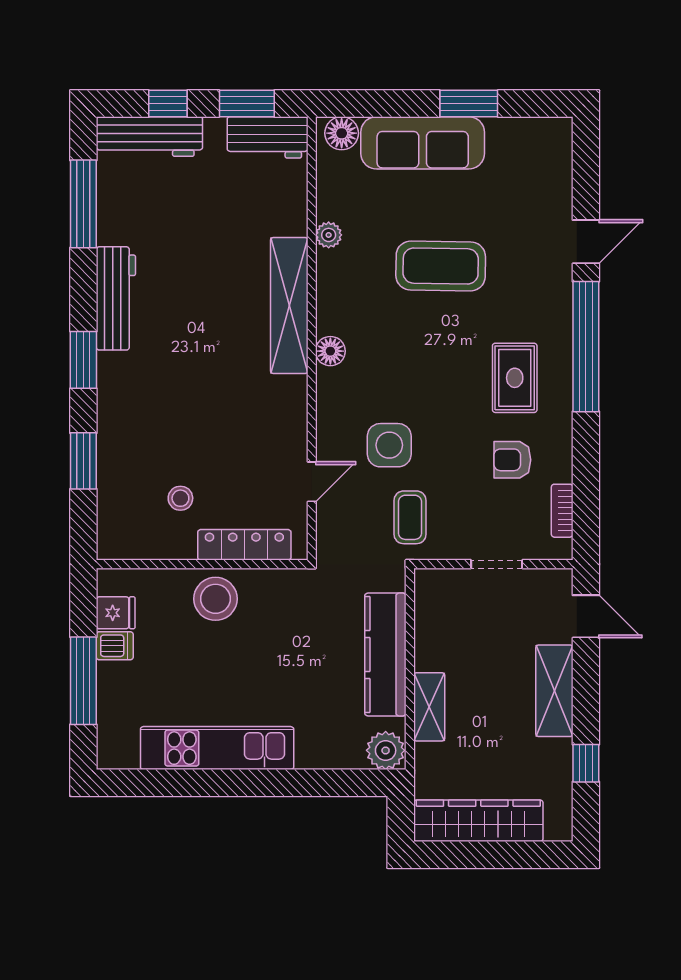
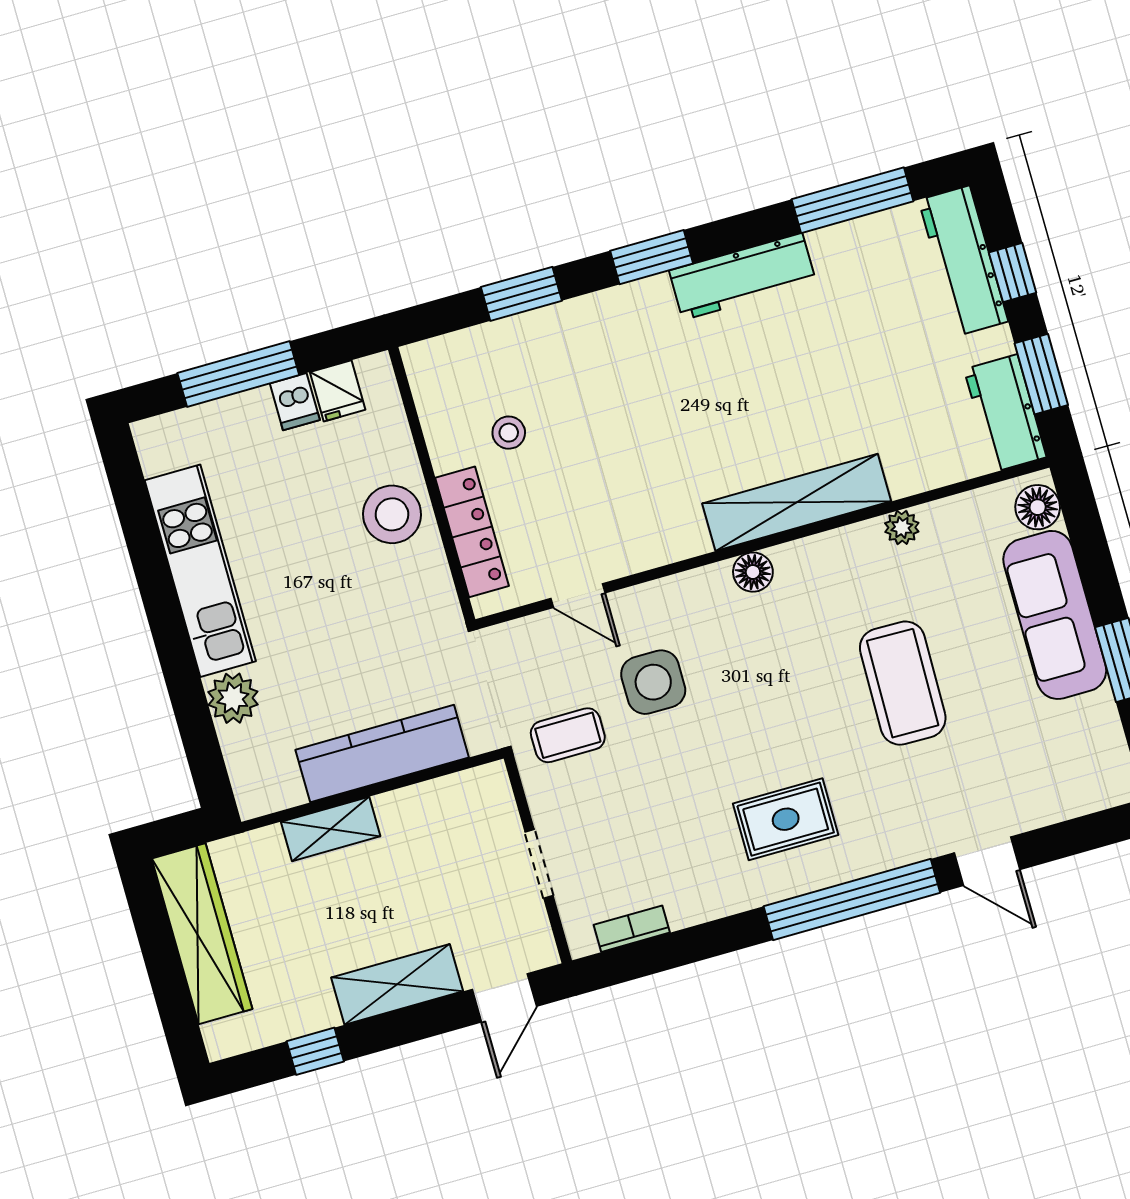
armchair: (512, 460) -> (679, 846), removed
plant: (386, 750) -> (233, 698), moved

